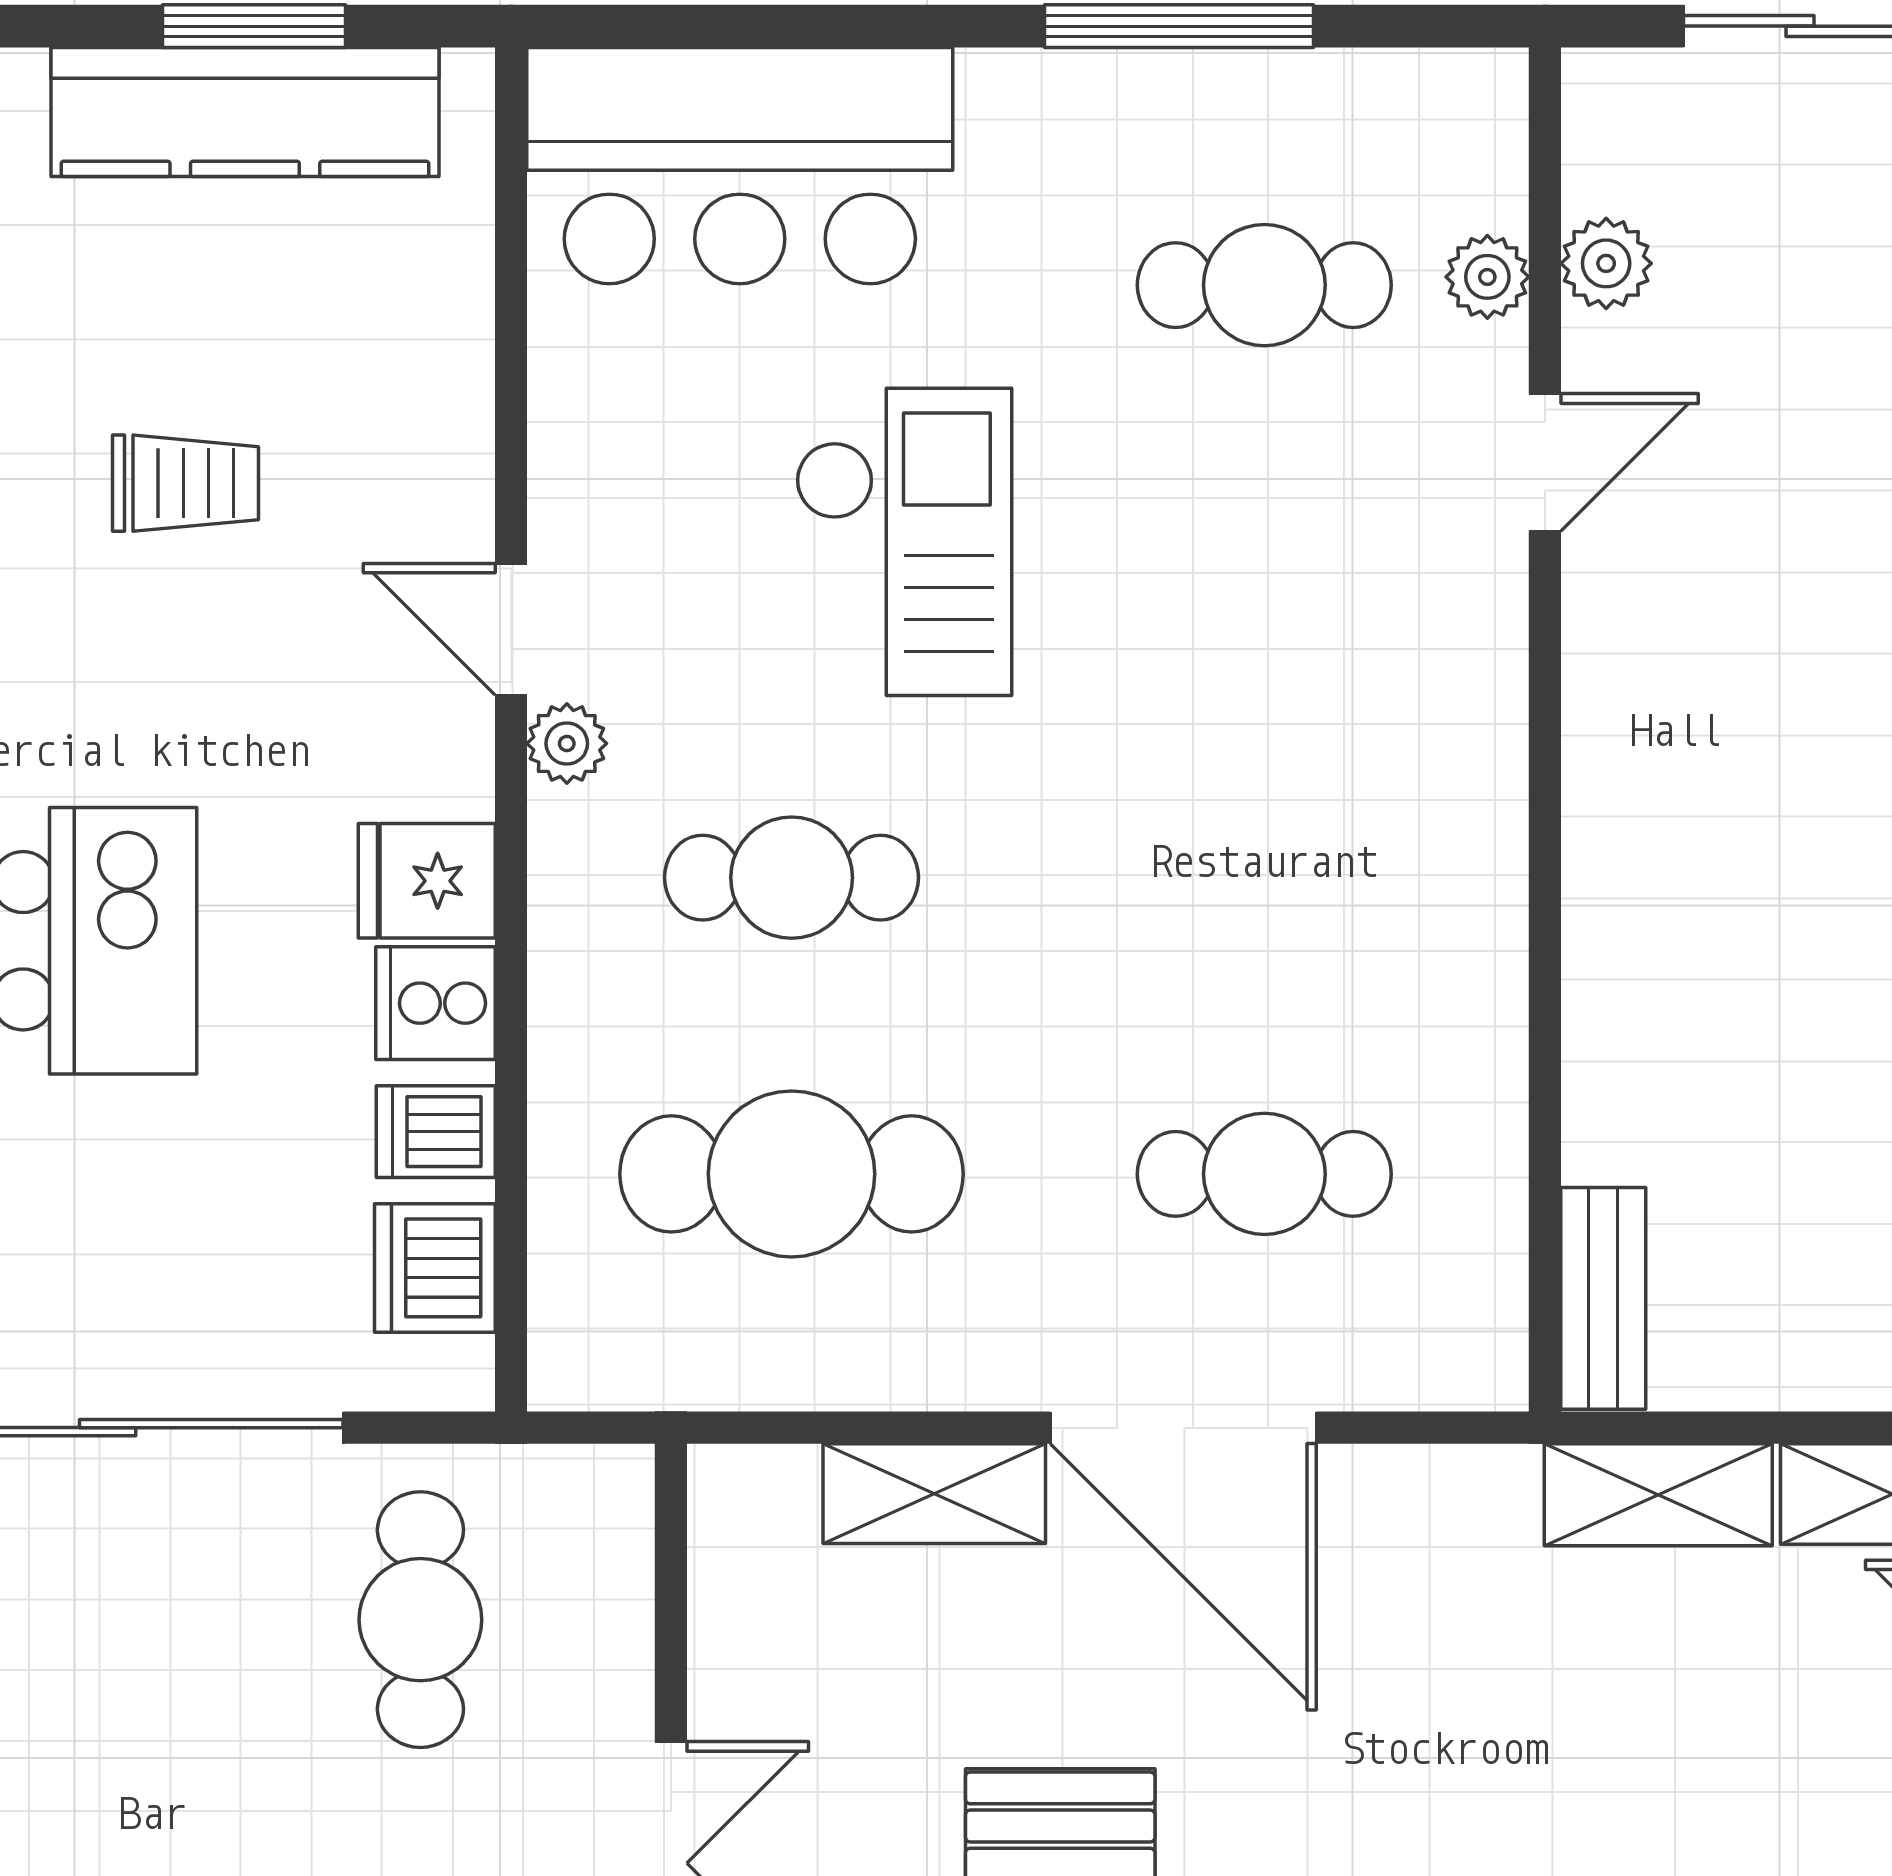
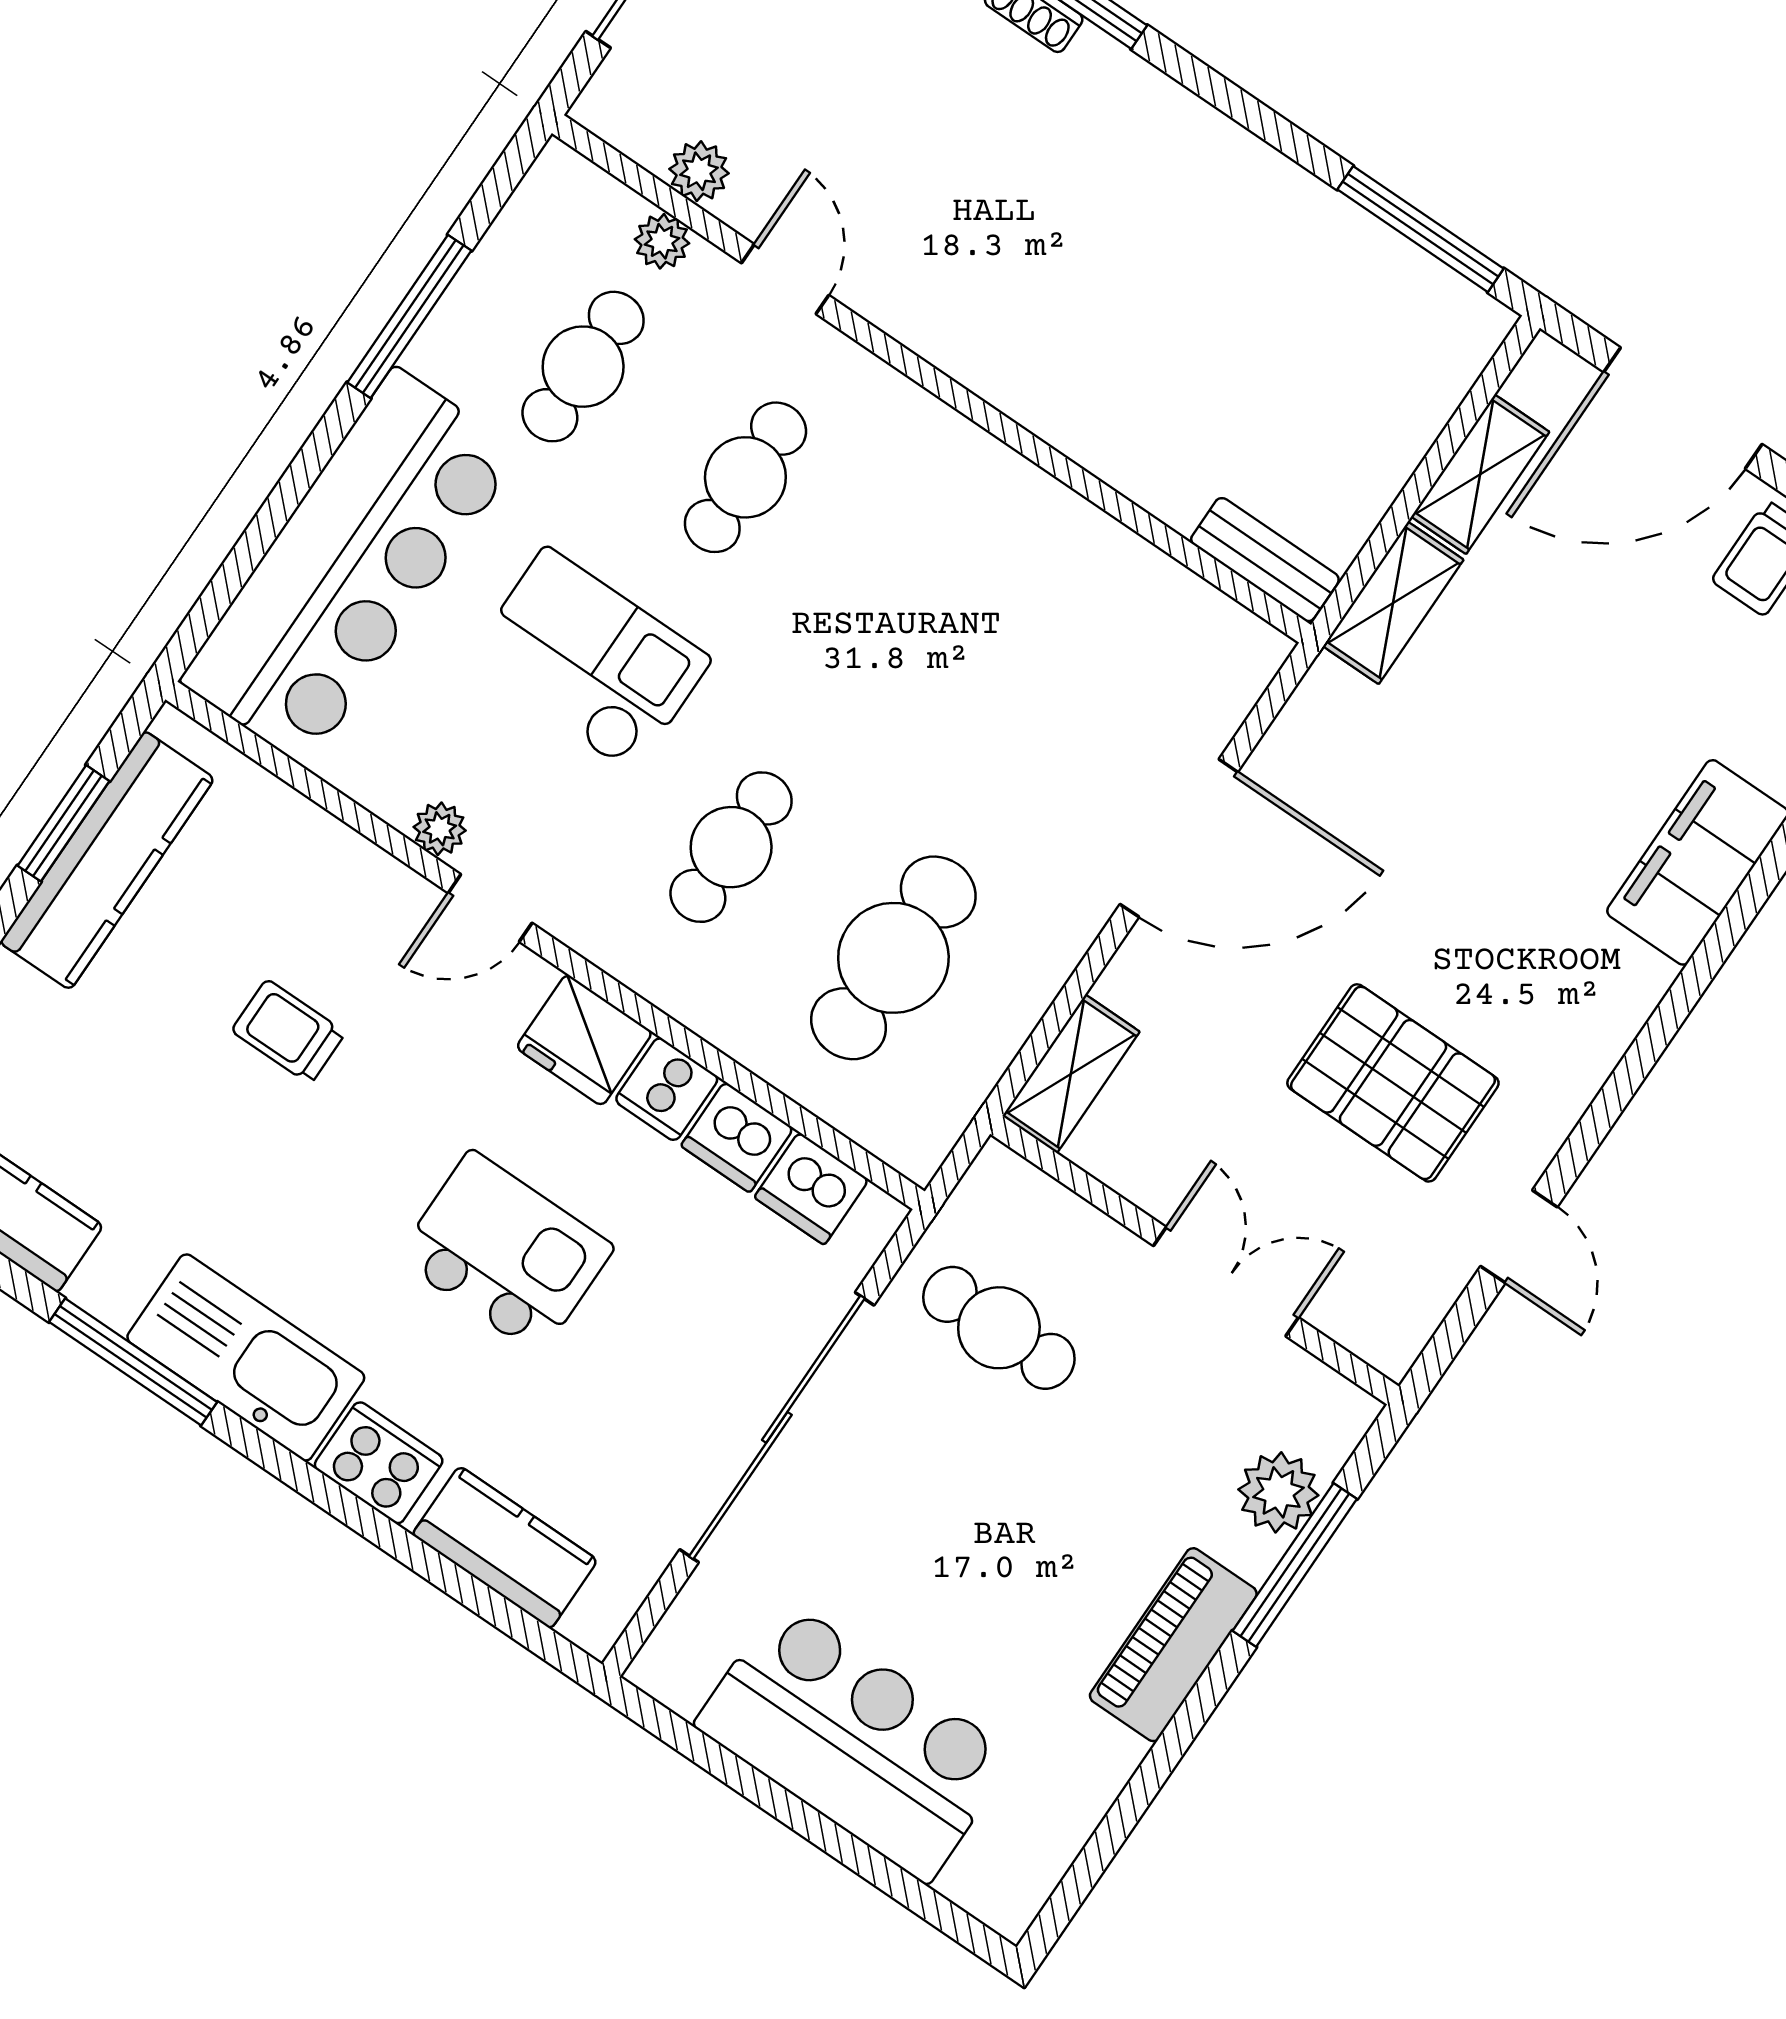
bar counter: (740, 166) -> (351, 567), width x1.36
trolley: (186, 483) -> (288, 1032), turned -90
plant: (567, 743) -> (440, 829), moved
fridge: (427, 881) -> (584, 1040), width x1.38
dishwasher: (436, 1132) -> (737, 1137), width x1.38
cafe table: (1264, 1174) -> (745, 477), moved
shelving: (934, 1494) -> (1071, 1074), moved

